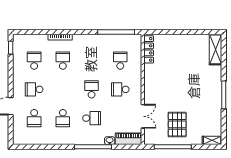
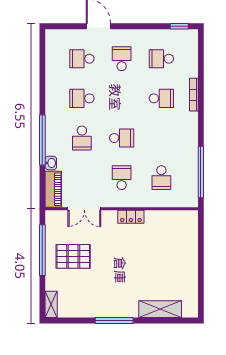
locker: (149, 49) -> (131, 217), moved, width x0.66
shelving: (216, 49) -> (160, 309), moved
school desk: (34, 61) -> (161, 59), turned 180
school desk: (120, 61) -> (161, 178), turned 90

